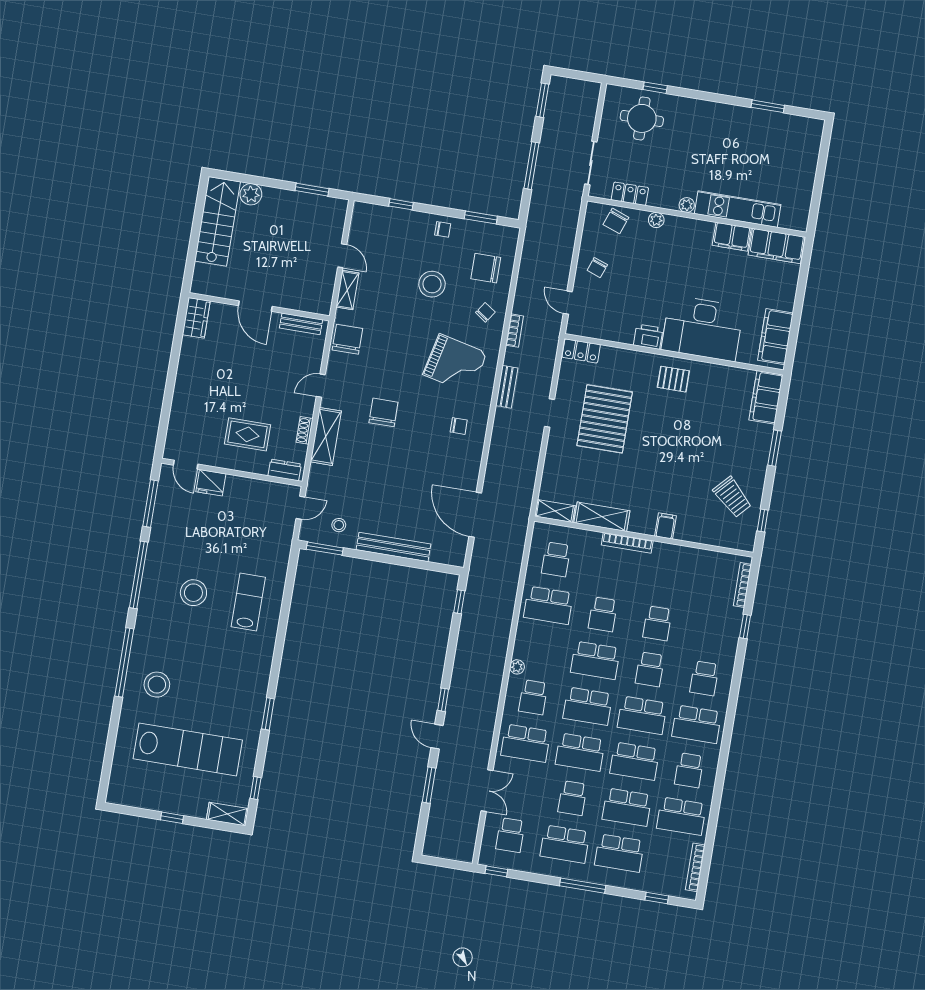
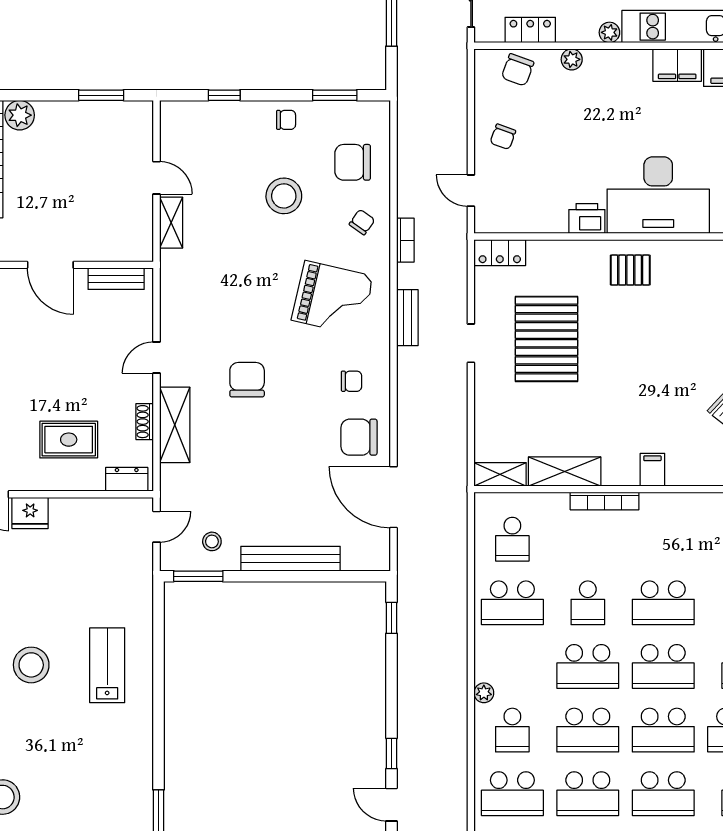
chair: (347, 339) -> (359, 437), moved, turned -90
school desk: (657, 623) -> (663, 603), width x1.85
school desk: (650, 669) -> (663, 666), width x1.85

